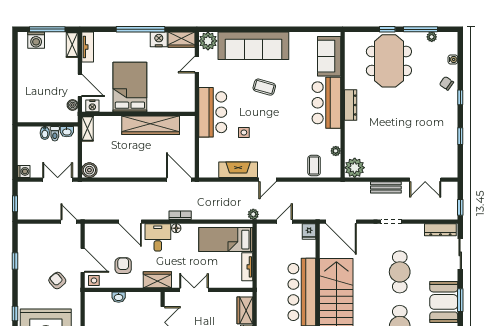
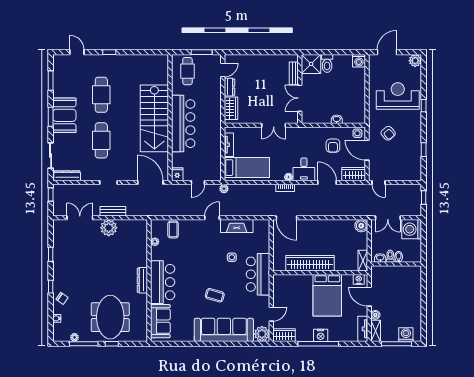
nightstand: (159, 39) -> (321, 335), moved
boiler: (73, 105) -> (375, 315), moved
plant: (355, 168) -> (109, 228), moved
washing machine: (24, 171) -> (412, 229), width x1.89, depth x1.89
wardrobe: (157, 280) -> (354, 174), moved, turned 180

